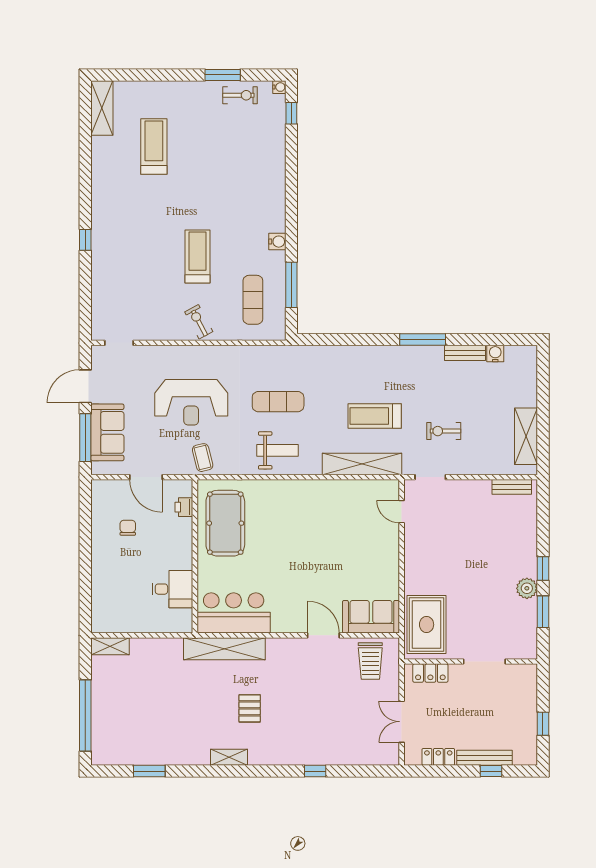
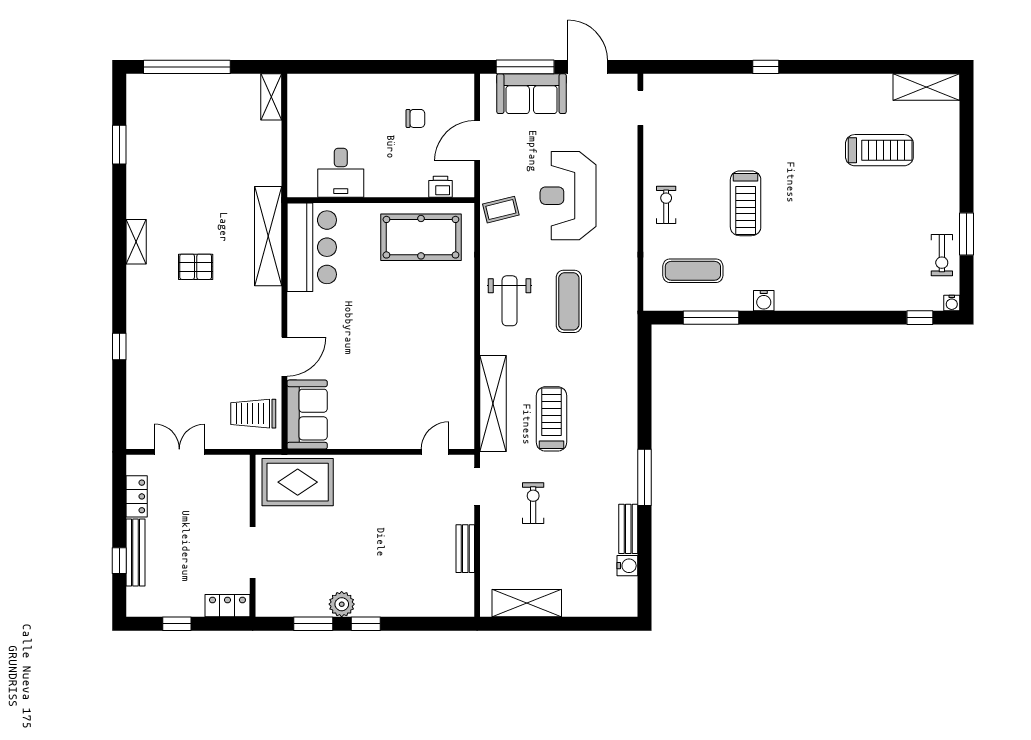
treadmill: (197, 256) -> (746, 203), turned 90
exercise bike: (199, 322) -> (666, 205), turned -62
bench: (512, 487) -> (465, 549), moved
locker: (430, 673) -> (227, 606), moved, turned 90

